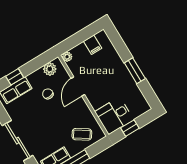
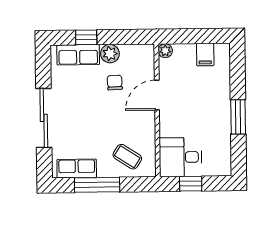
plant: (50, 69) -> (110, 54), moved

